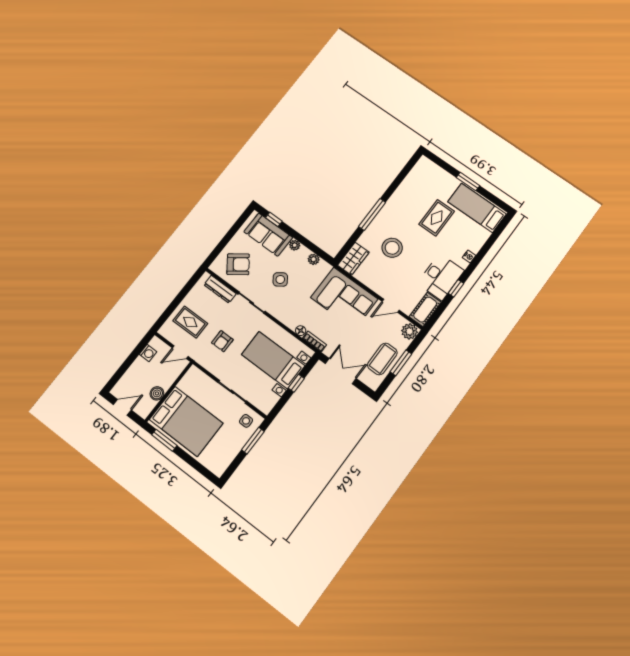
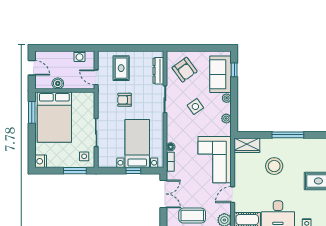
door: (391, 306) -> (233, 195), hinge flipped
nightstand: (218, 468) -> (41, 161), added

